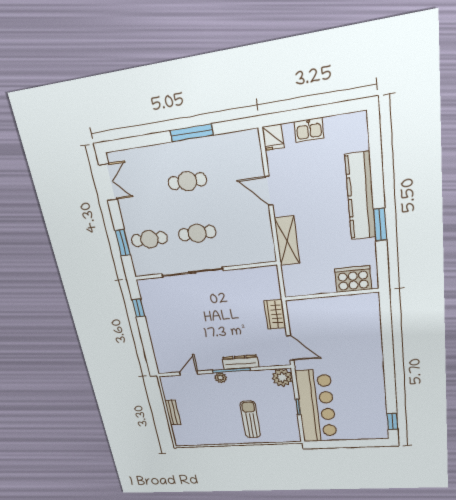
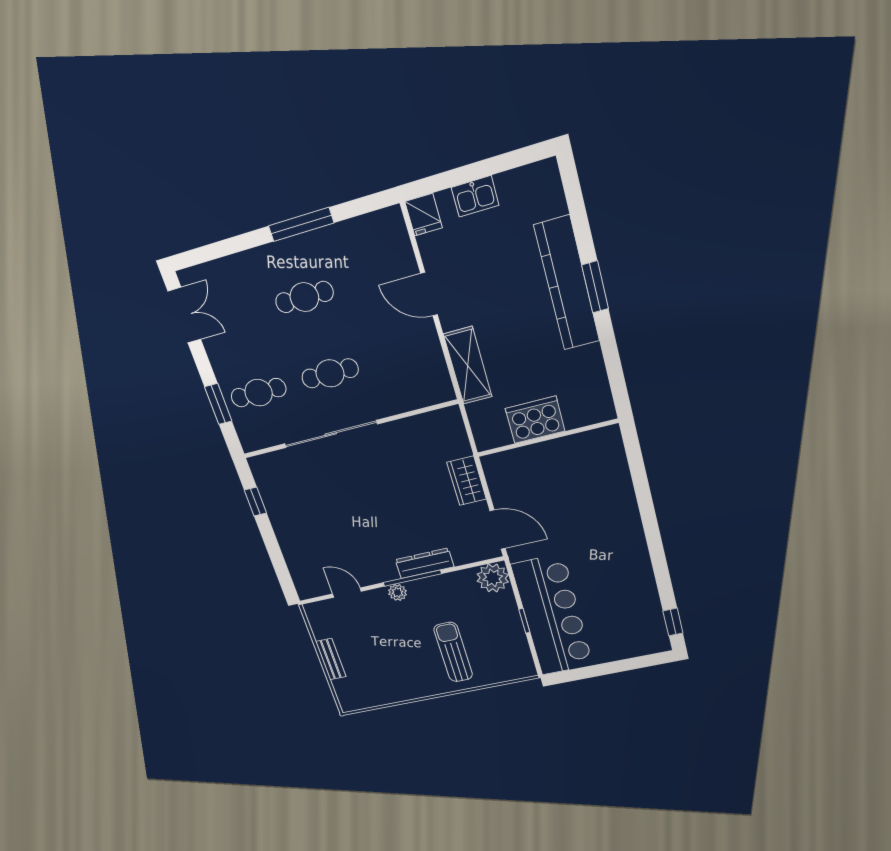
window: (380, 225) -> (595, 287), moved
cooker: (353, 279) -> (535, 420), moved
door: (189, 373) -> (347, 593), hinge flipped

